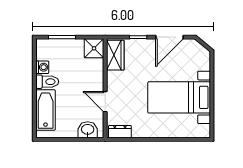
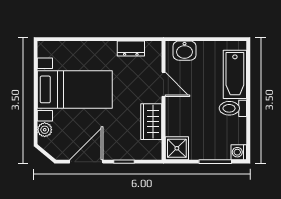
wardrobe: (115, 55) -> (151, 122), moved
plant: (204, 64) -> (45, 130), added
washing machine: (42, 67) -> (239, 152), moved
dresser: (120, 132) -> (131, 48), moved

